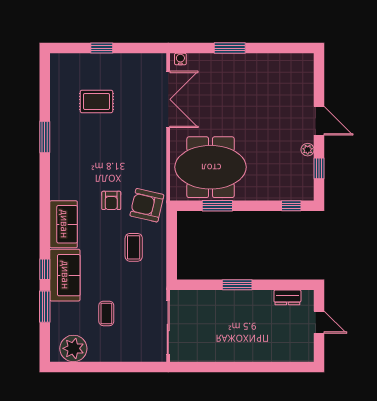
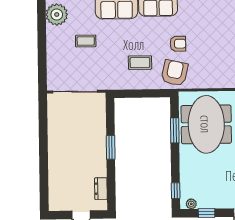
plant: (308, 150) -> (191, 204), moved
armchair: (111, 200) -> (178, 44), turned 180

